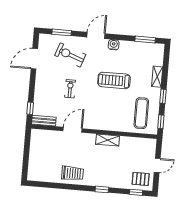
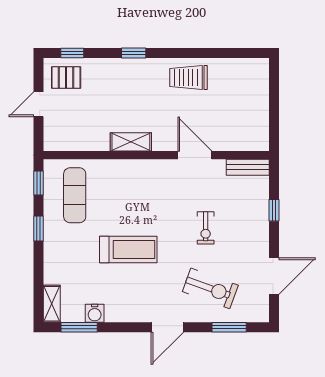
water cooler: (114, 45) -> (95, 313), moved
shelving: (157, 77) -> (52, 304), moved
window: (30, 108) -> (274, 210), moved
door: (73, 130) -> (195, 155), swing flipped

